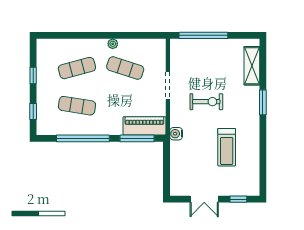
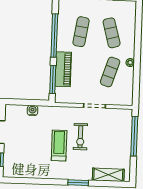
piano: (144, 126) -> (63, 69), moved
water cooler: (176, 134) -> (32, 110), moved
treadmill: (227, 147) -> (59, 145), moved, turned 90

